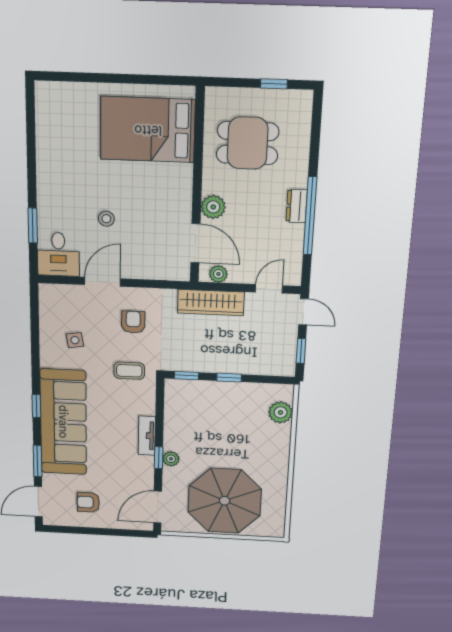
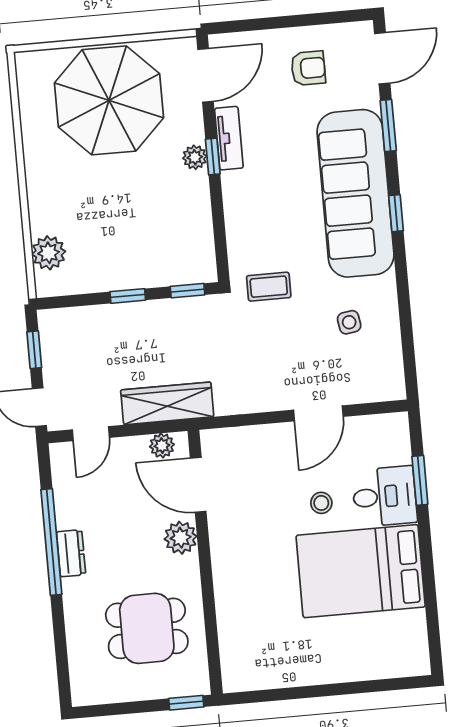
window: (274, 84) -> (186, 703), moved
bed: (148, 130) -> (361, 571), moved, turned 180
desk: (58, 254) -> (384, 496), moved, turned 90
armchair: (133, 322) -> (271, 360), removed
tv unit: (147, 436) -> (229, 138), moved

